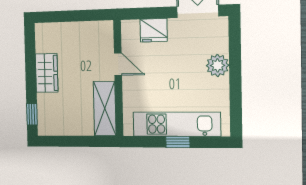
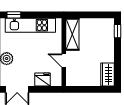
wardrobe: (47, 73) -> (108, 75), moved
window: (178, 142) -> (14, 15), moved

